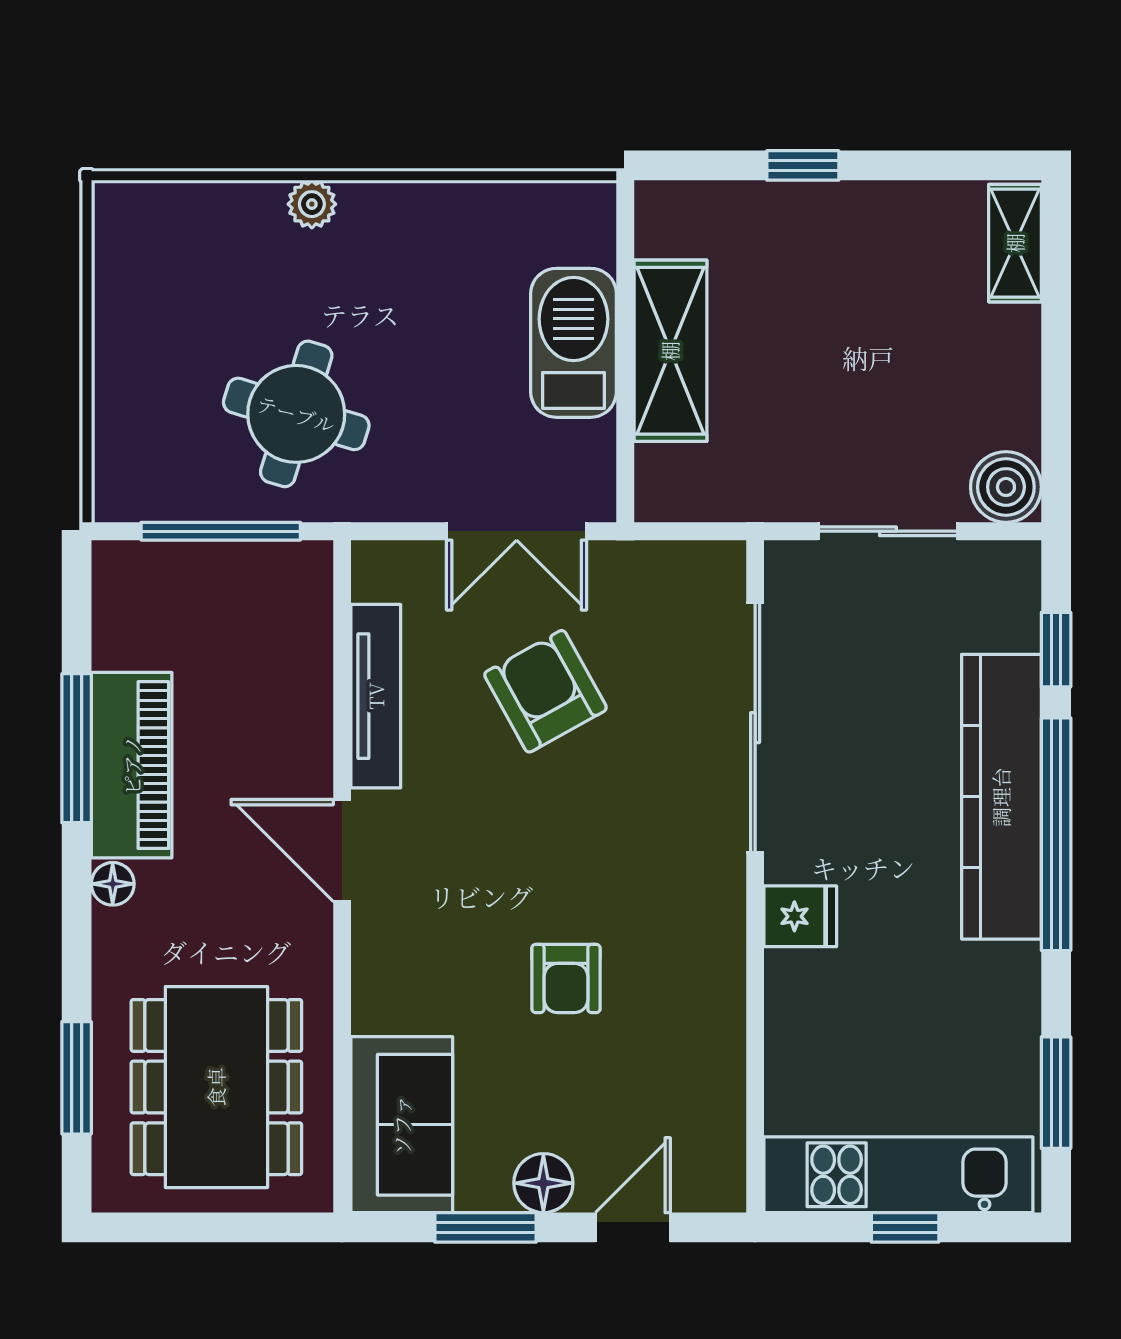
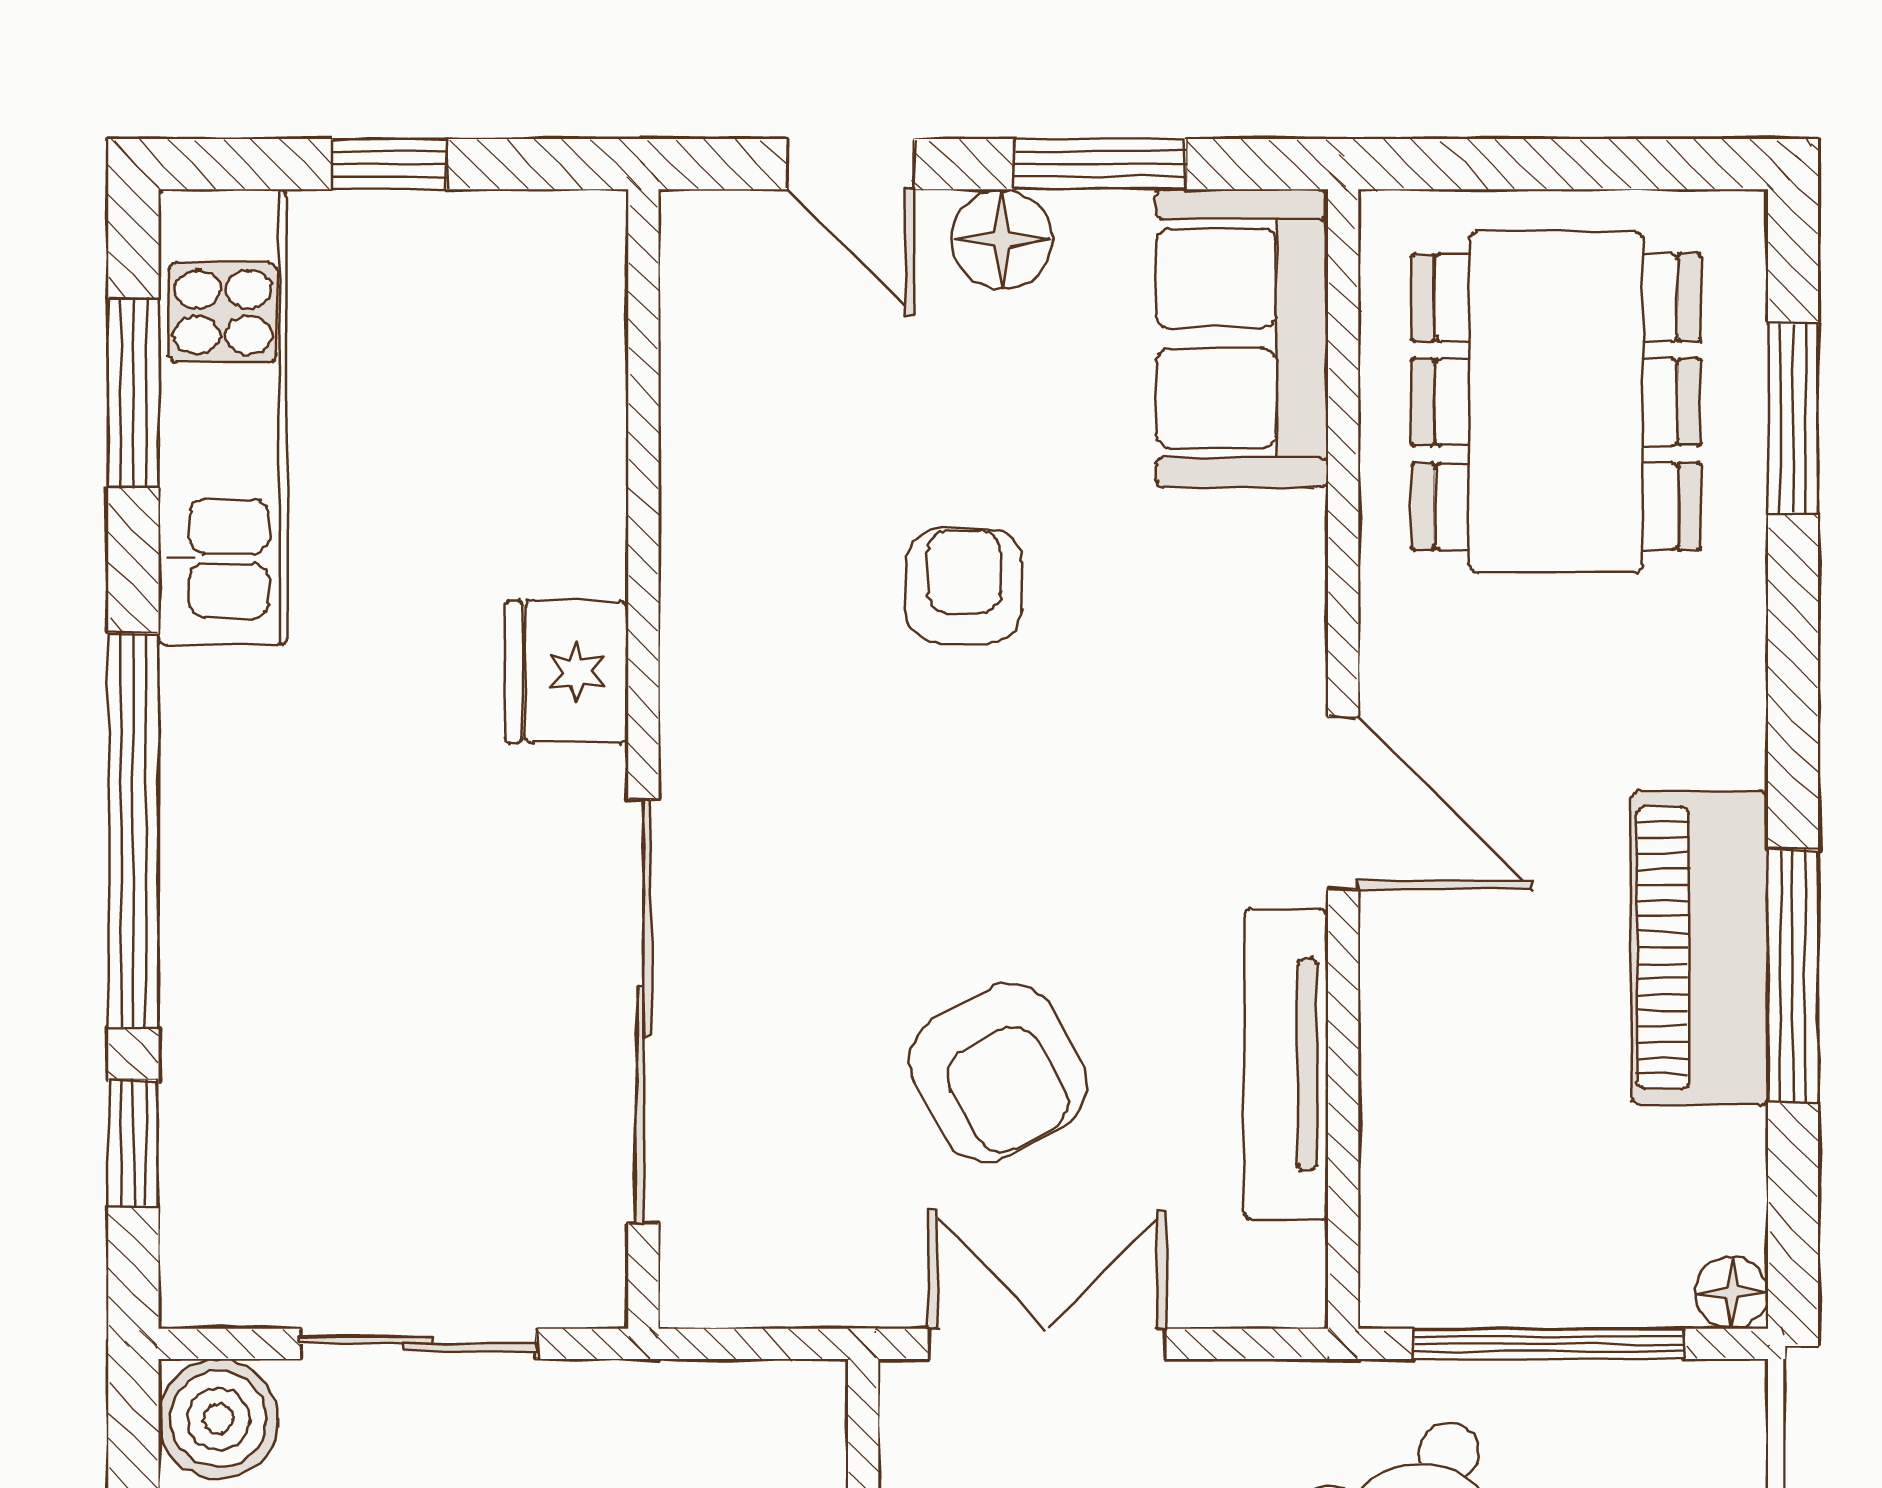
kitchen counter: (1001, 797) -> (226, 894), removed
floor lamp: (113, 884) -> (1732, 1293), moved
fridge: (800, 916) -> (567, 672), width x1.38
kitchen unit: (898, 1175) -> (223, 417), moved, turned -90
door: (633, 1227) -> (851, 164), hinge flipped

